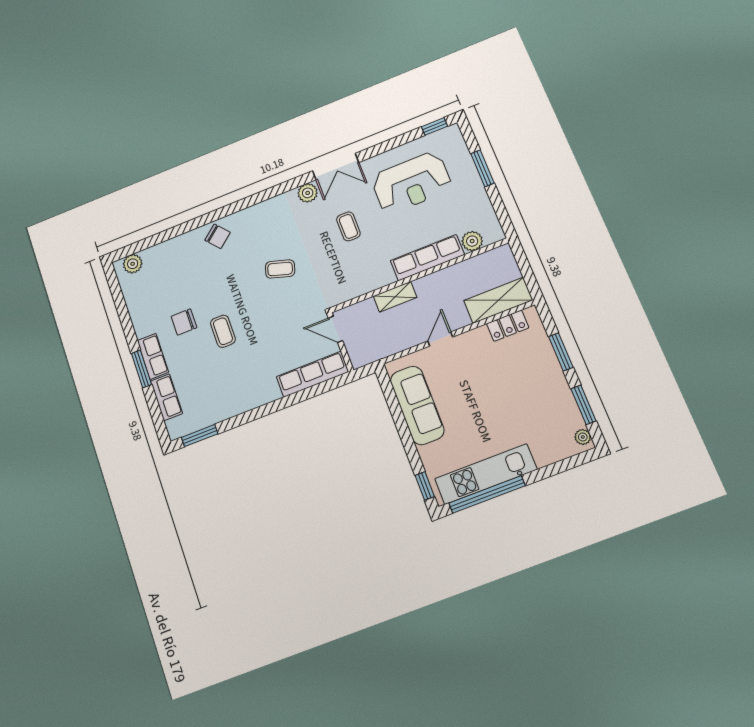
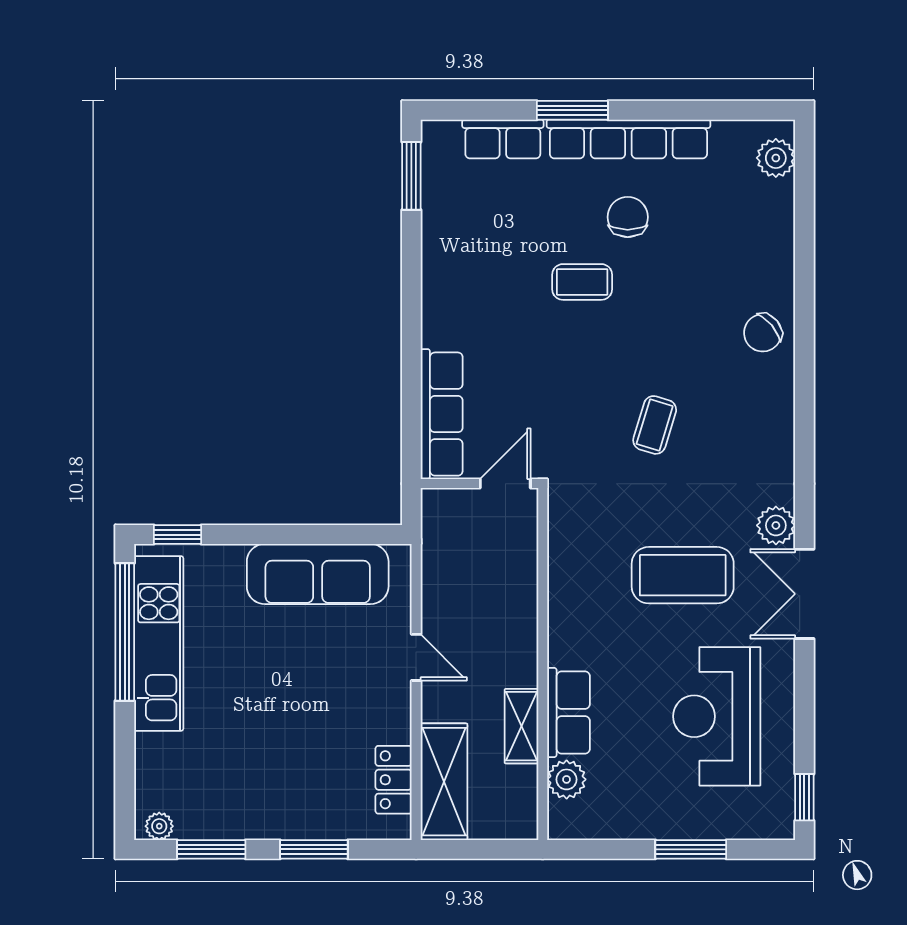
coffee table: (348, 226) -> (683, 575), width x1.86, depth x1.72
row of seats: (427, 258) -> (569, 712), width x0.68
shelving: (395, 297) -> (522, 726), moved
row of seats: (153, 356) -> (628, 139), width x2.02

